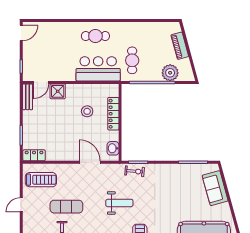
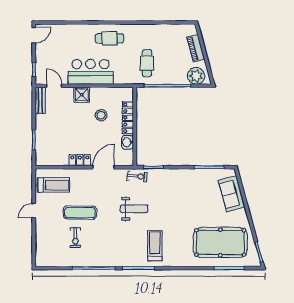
bar counter: (98, 69) -> (90, 72), moved
plant: (170, 73) -> (196, 76), moved
door: (41, 82) -> (54, 86), swing flipped
shower: (58, 91) -> (82, 95), moved
washbasin: (113, 148) -> (127, 142), moved
locker: (34, 155) -> (80, 160), moved
door: (90, 162) -> (104, 167), hinge flipped
exercise bike: (135, 171) -> (137, 176), moved

